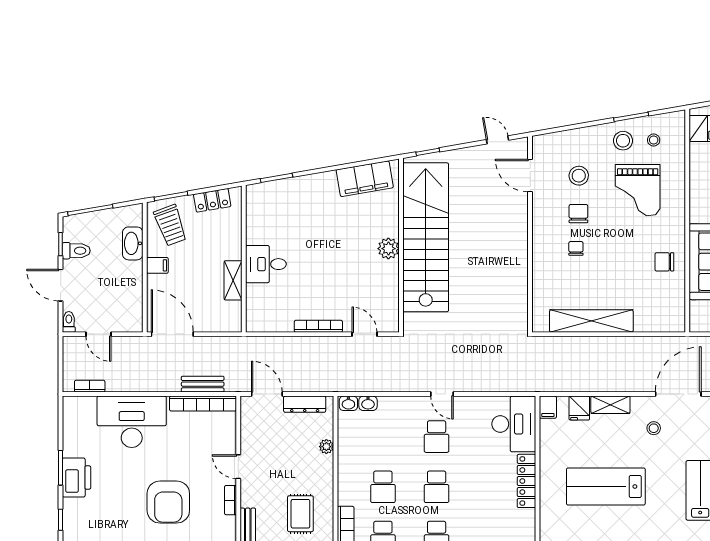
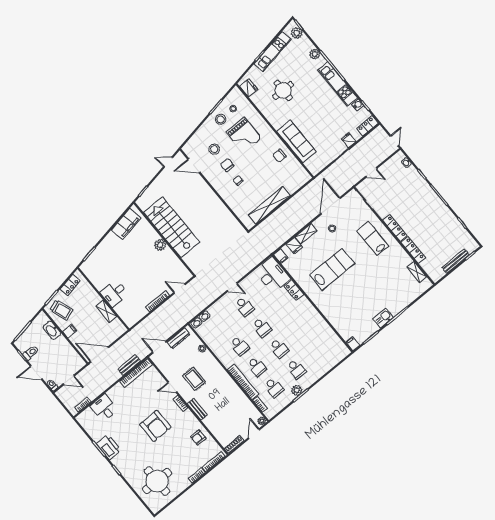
stairs: (426, 237) -> (172, 227), width x0.73
desk: (132, 422) -> (104, 408), width x0.53, depth x0.77
locker: (527, 481) -> (294, 290), width x0.66
lab bench: (606, 487) -> (332, 269), turned 180
rug: (300, 514) -> (194, 379), moved

